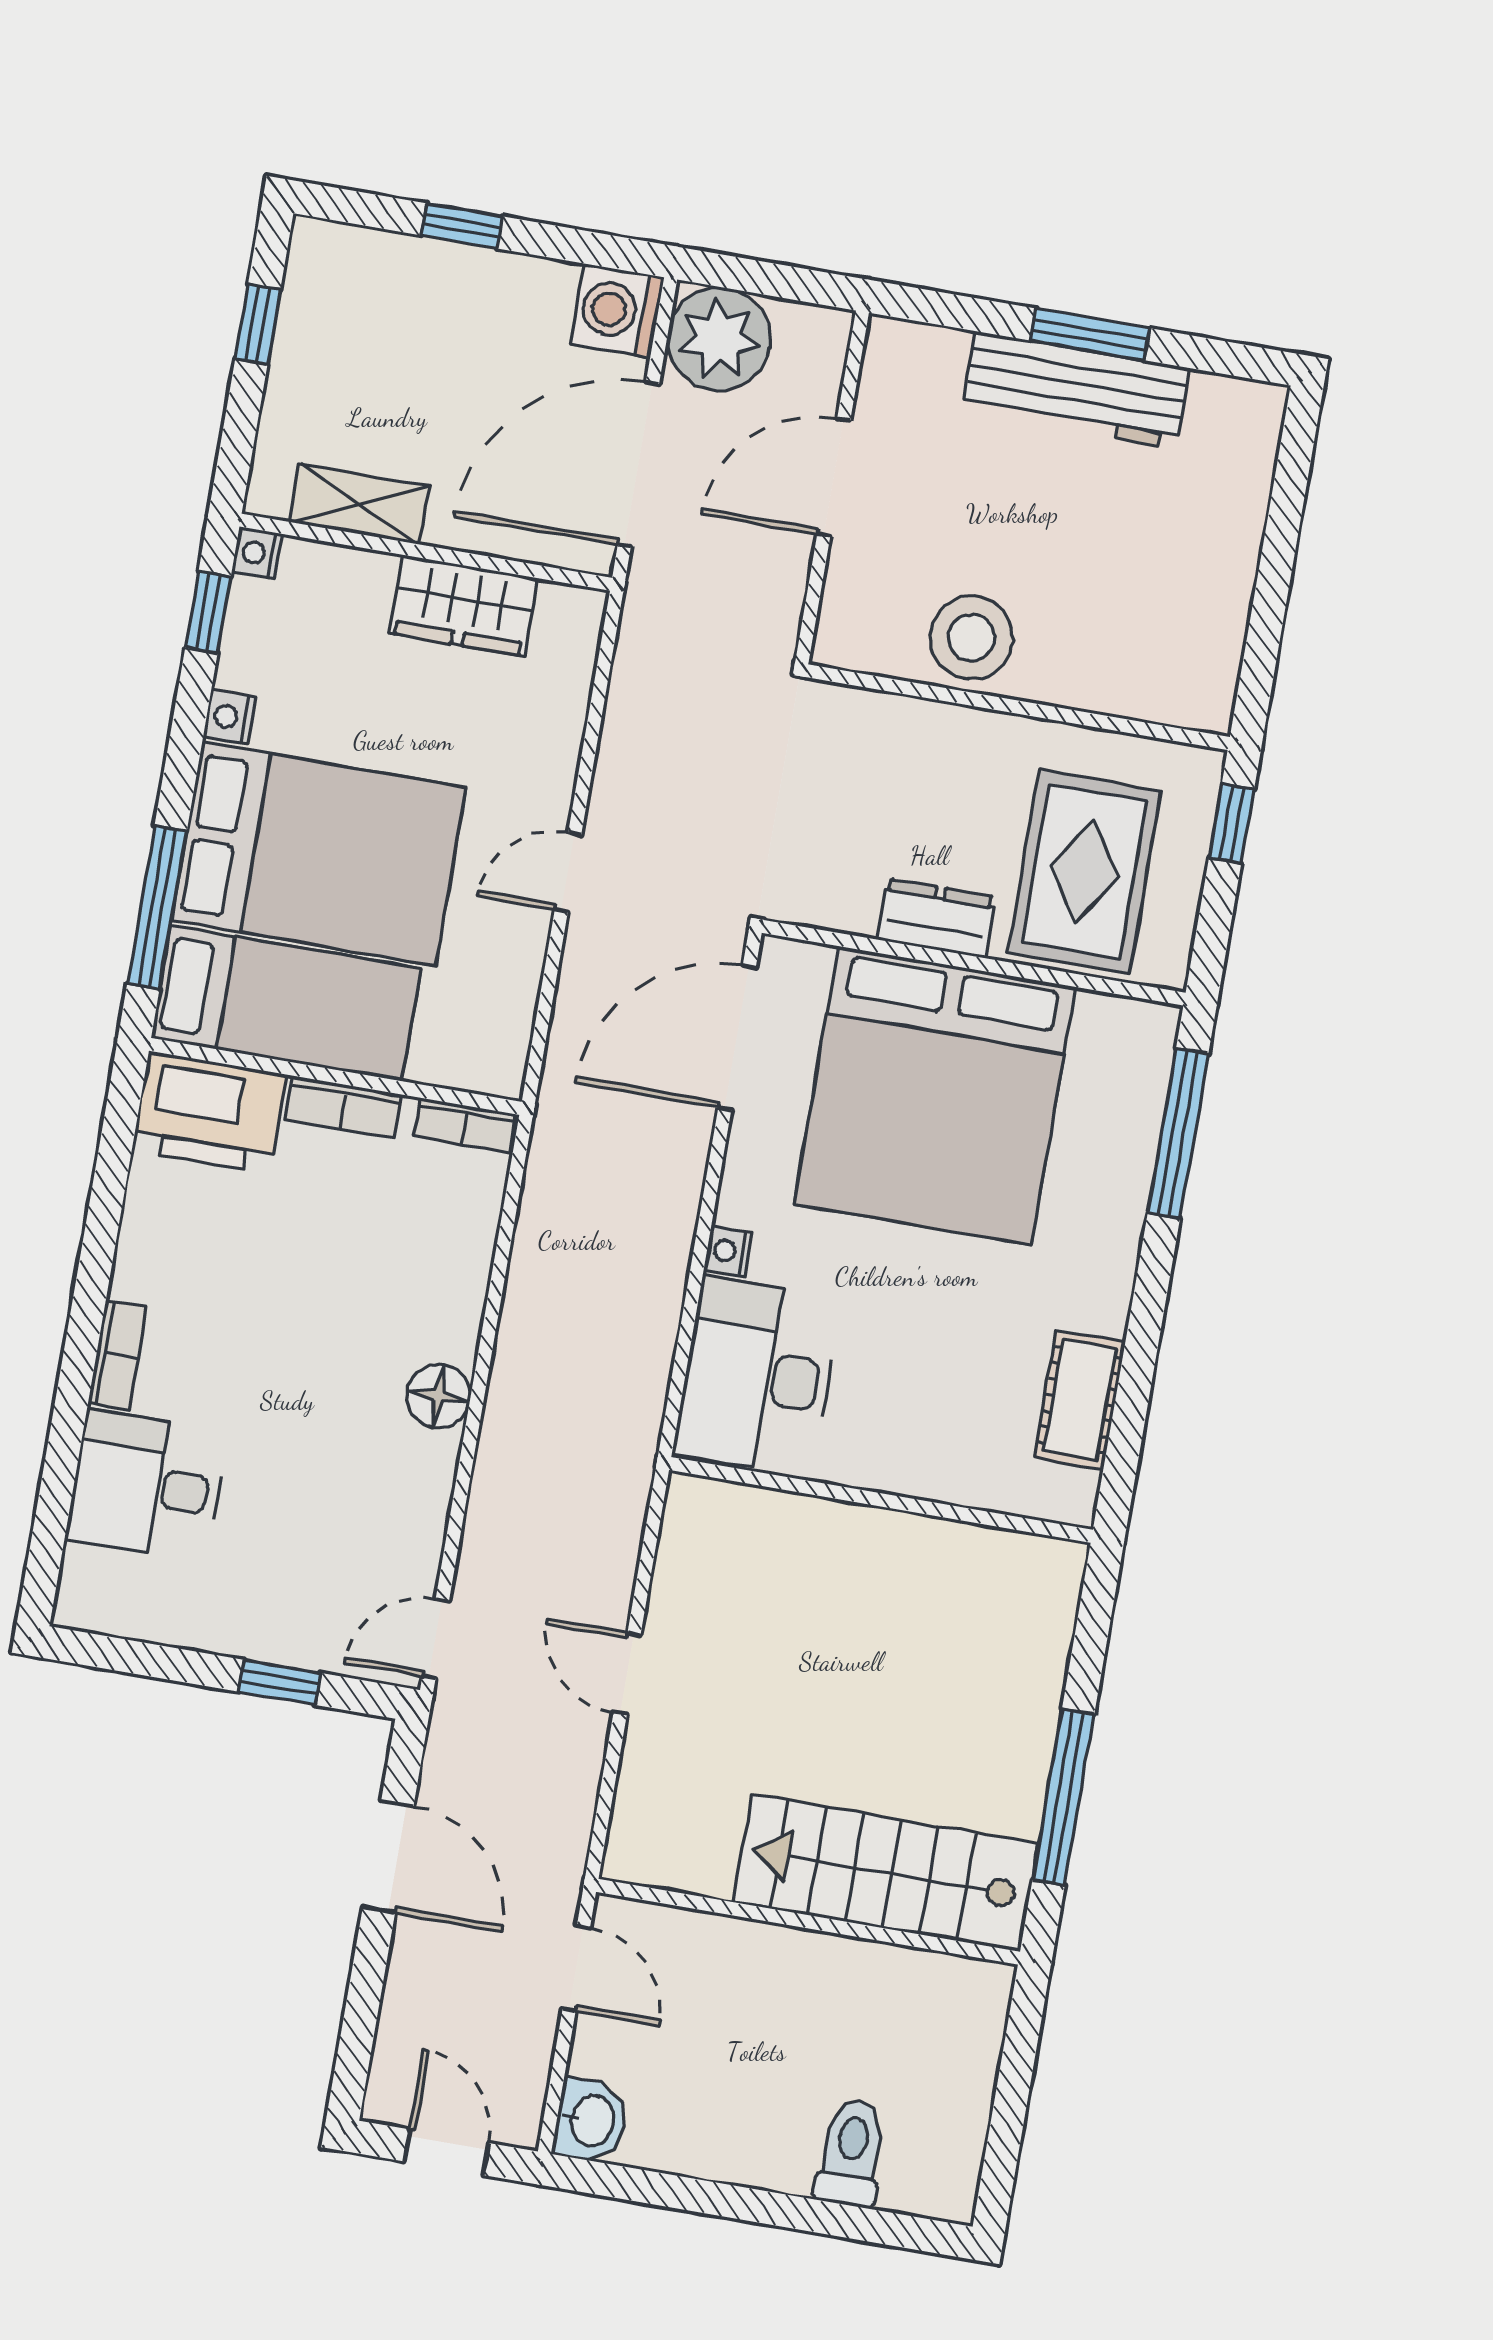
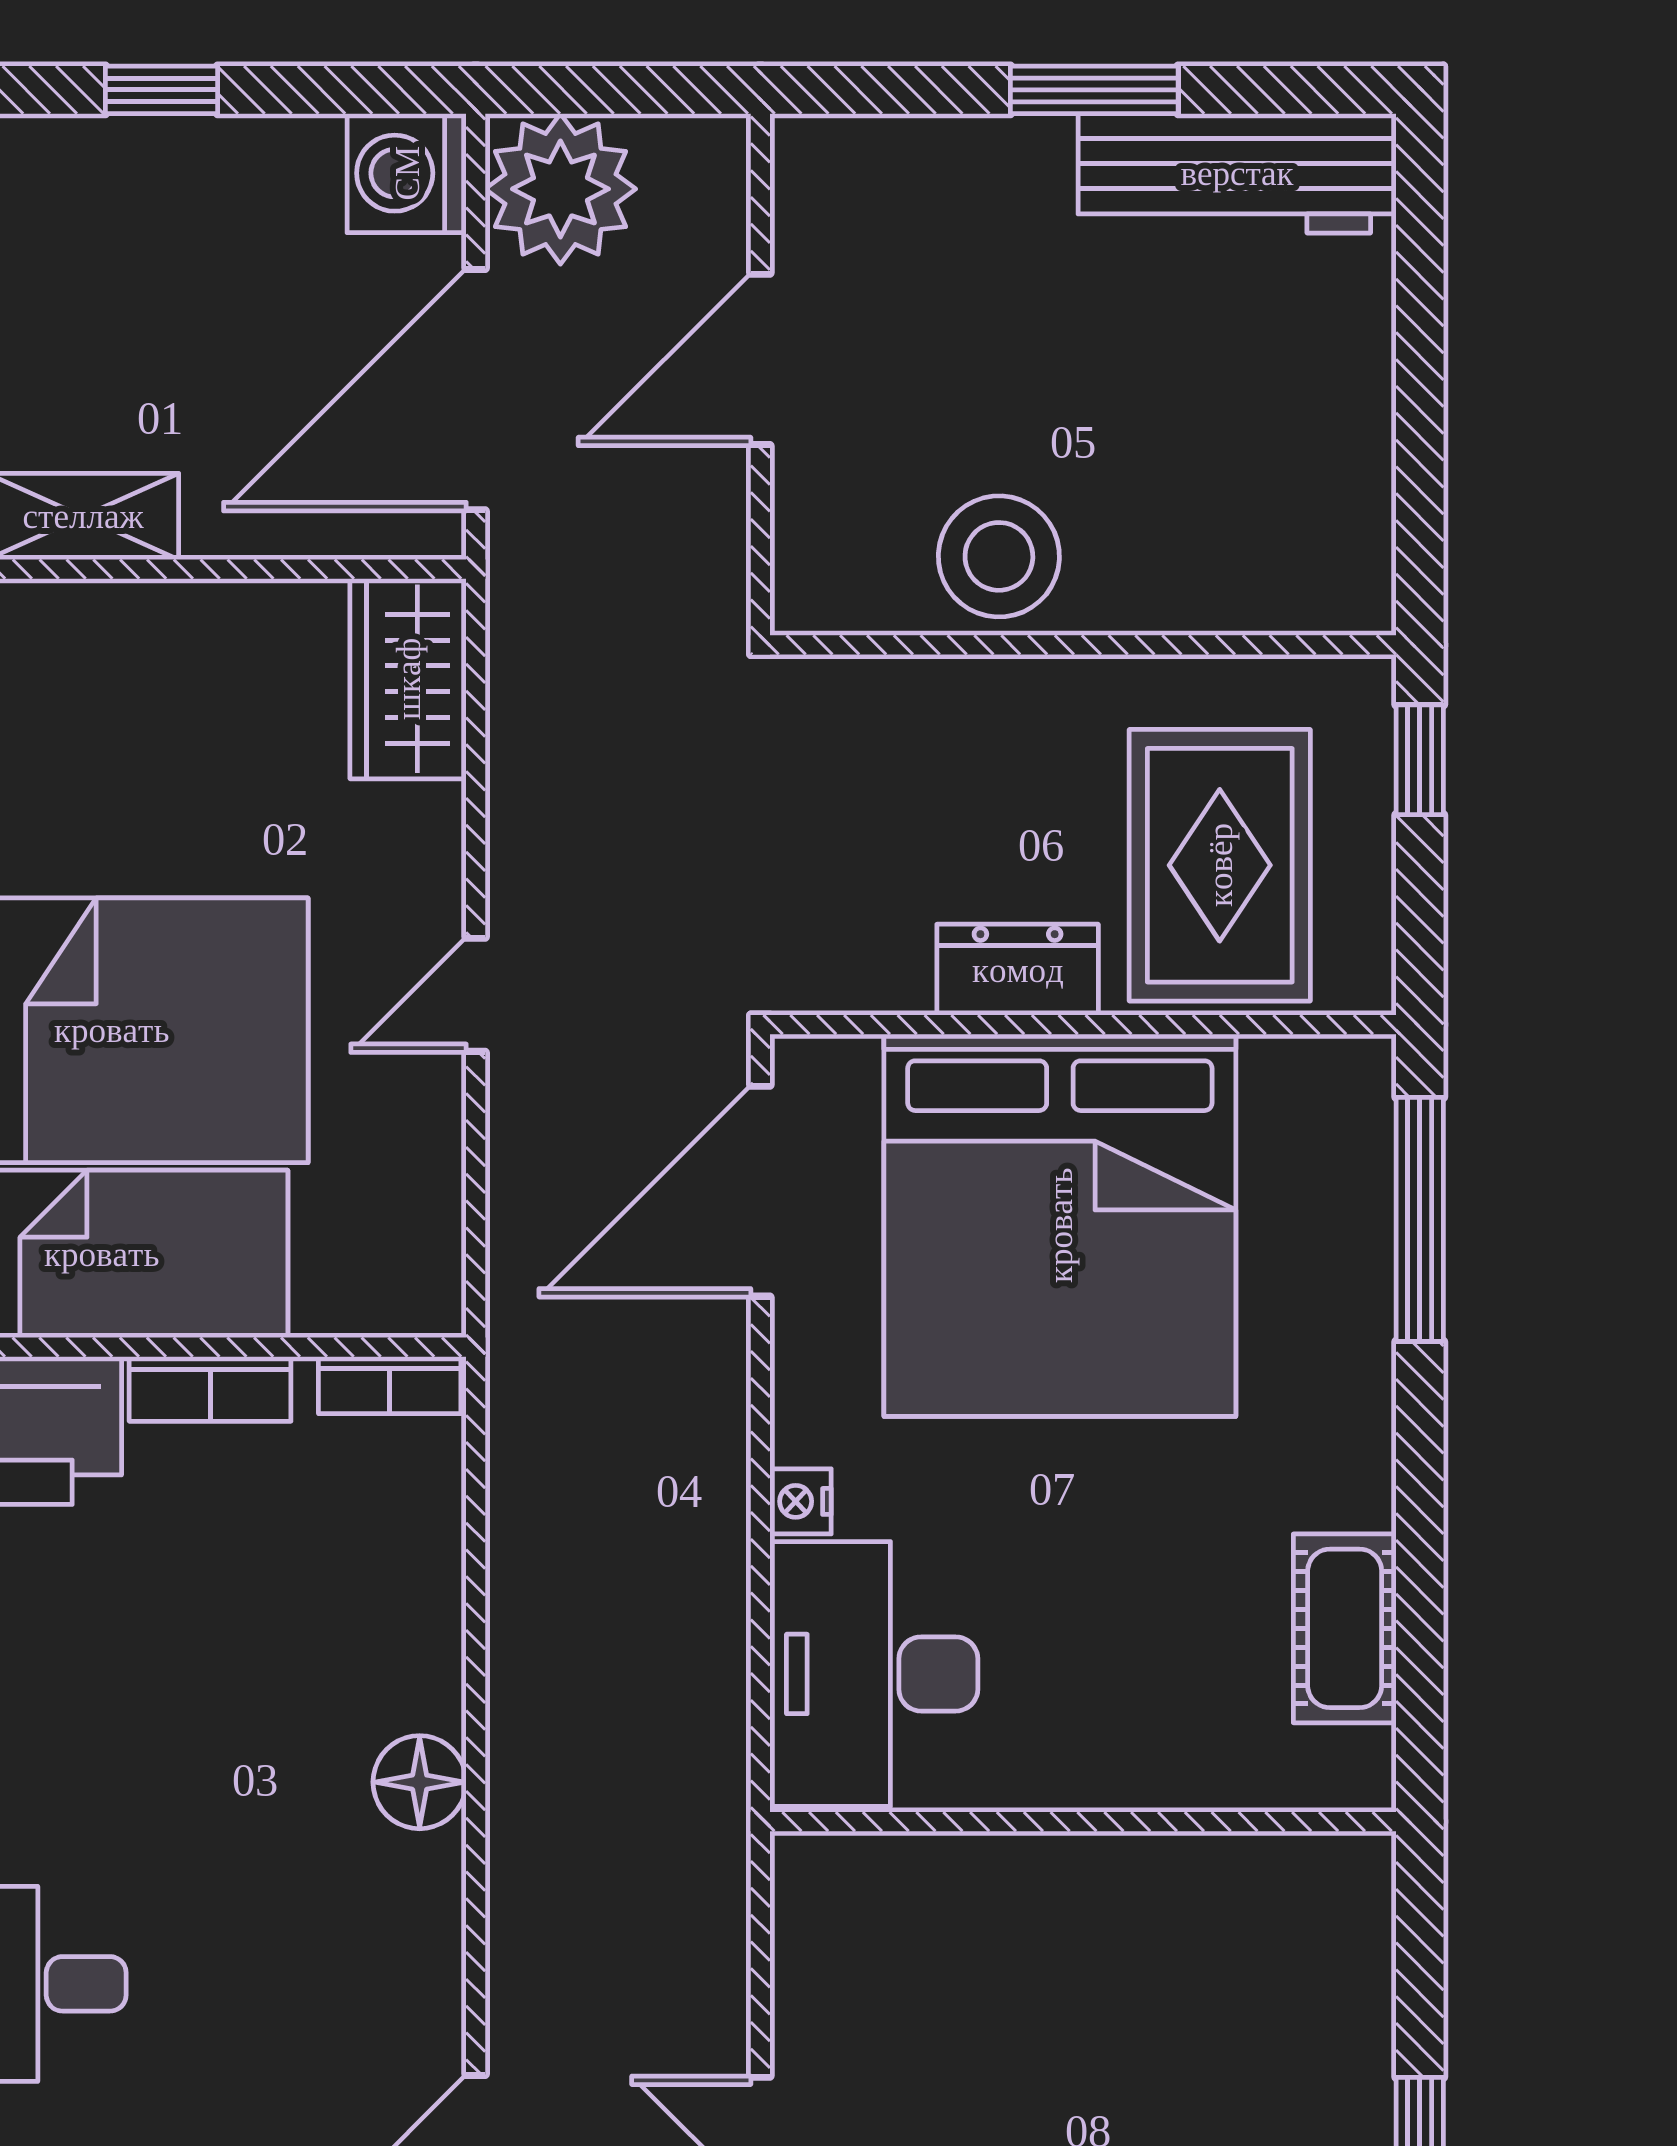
workbench: (1075, 390) -> (1237, 173), moved
wardrobe: (463, 606) -> (408, 679), moved, turned 90

